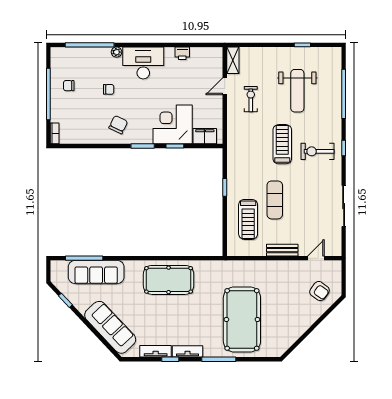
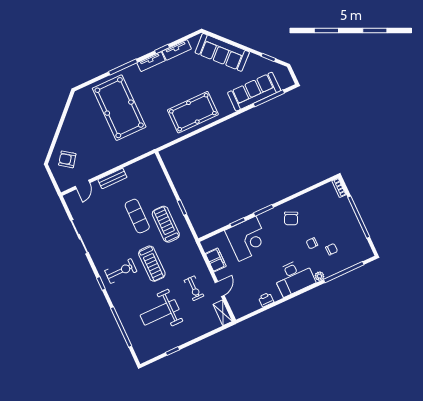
chair: (69, 86) -> (332, 249), moved
weight bench: (297, 91) -> (160, 312), turned -90
filing cabinet: (205, 136) -> (216, 260), moved, turned -90
treadmill: (248, 219) -> (166, 224), moved

